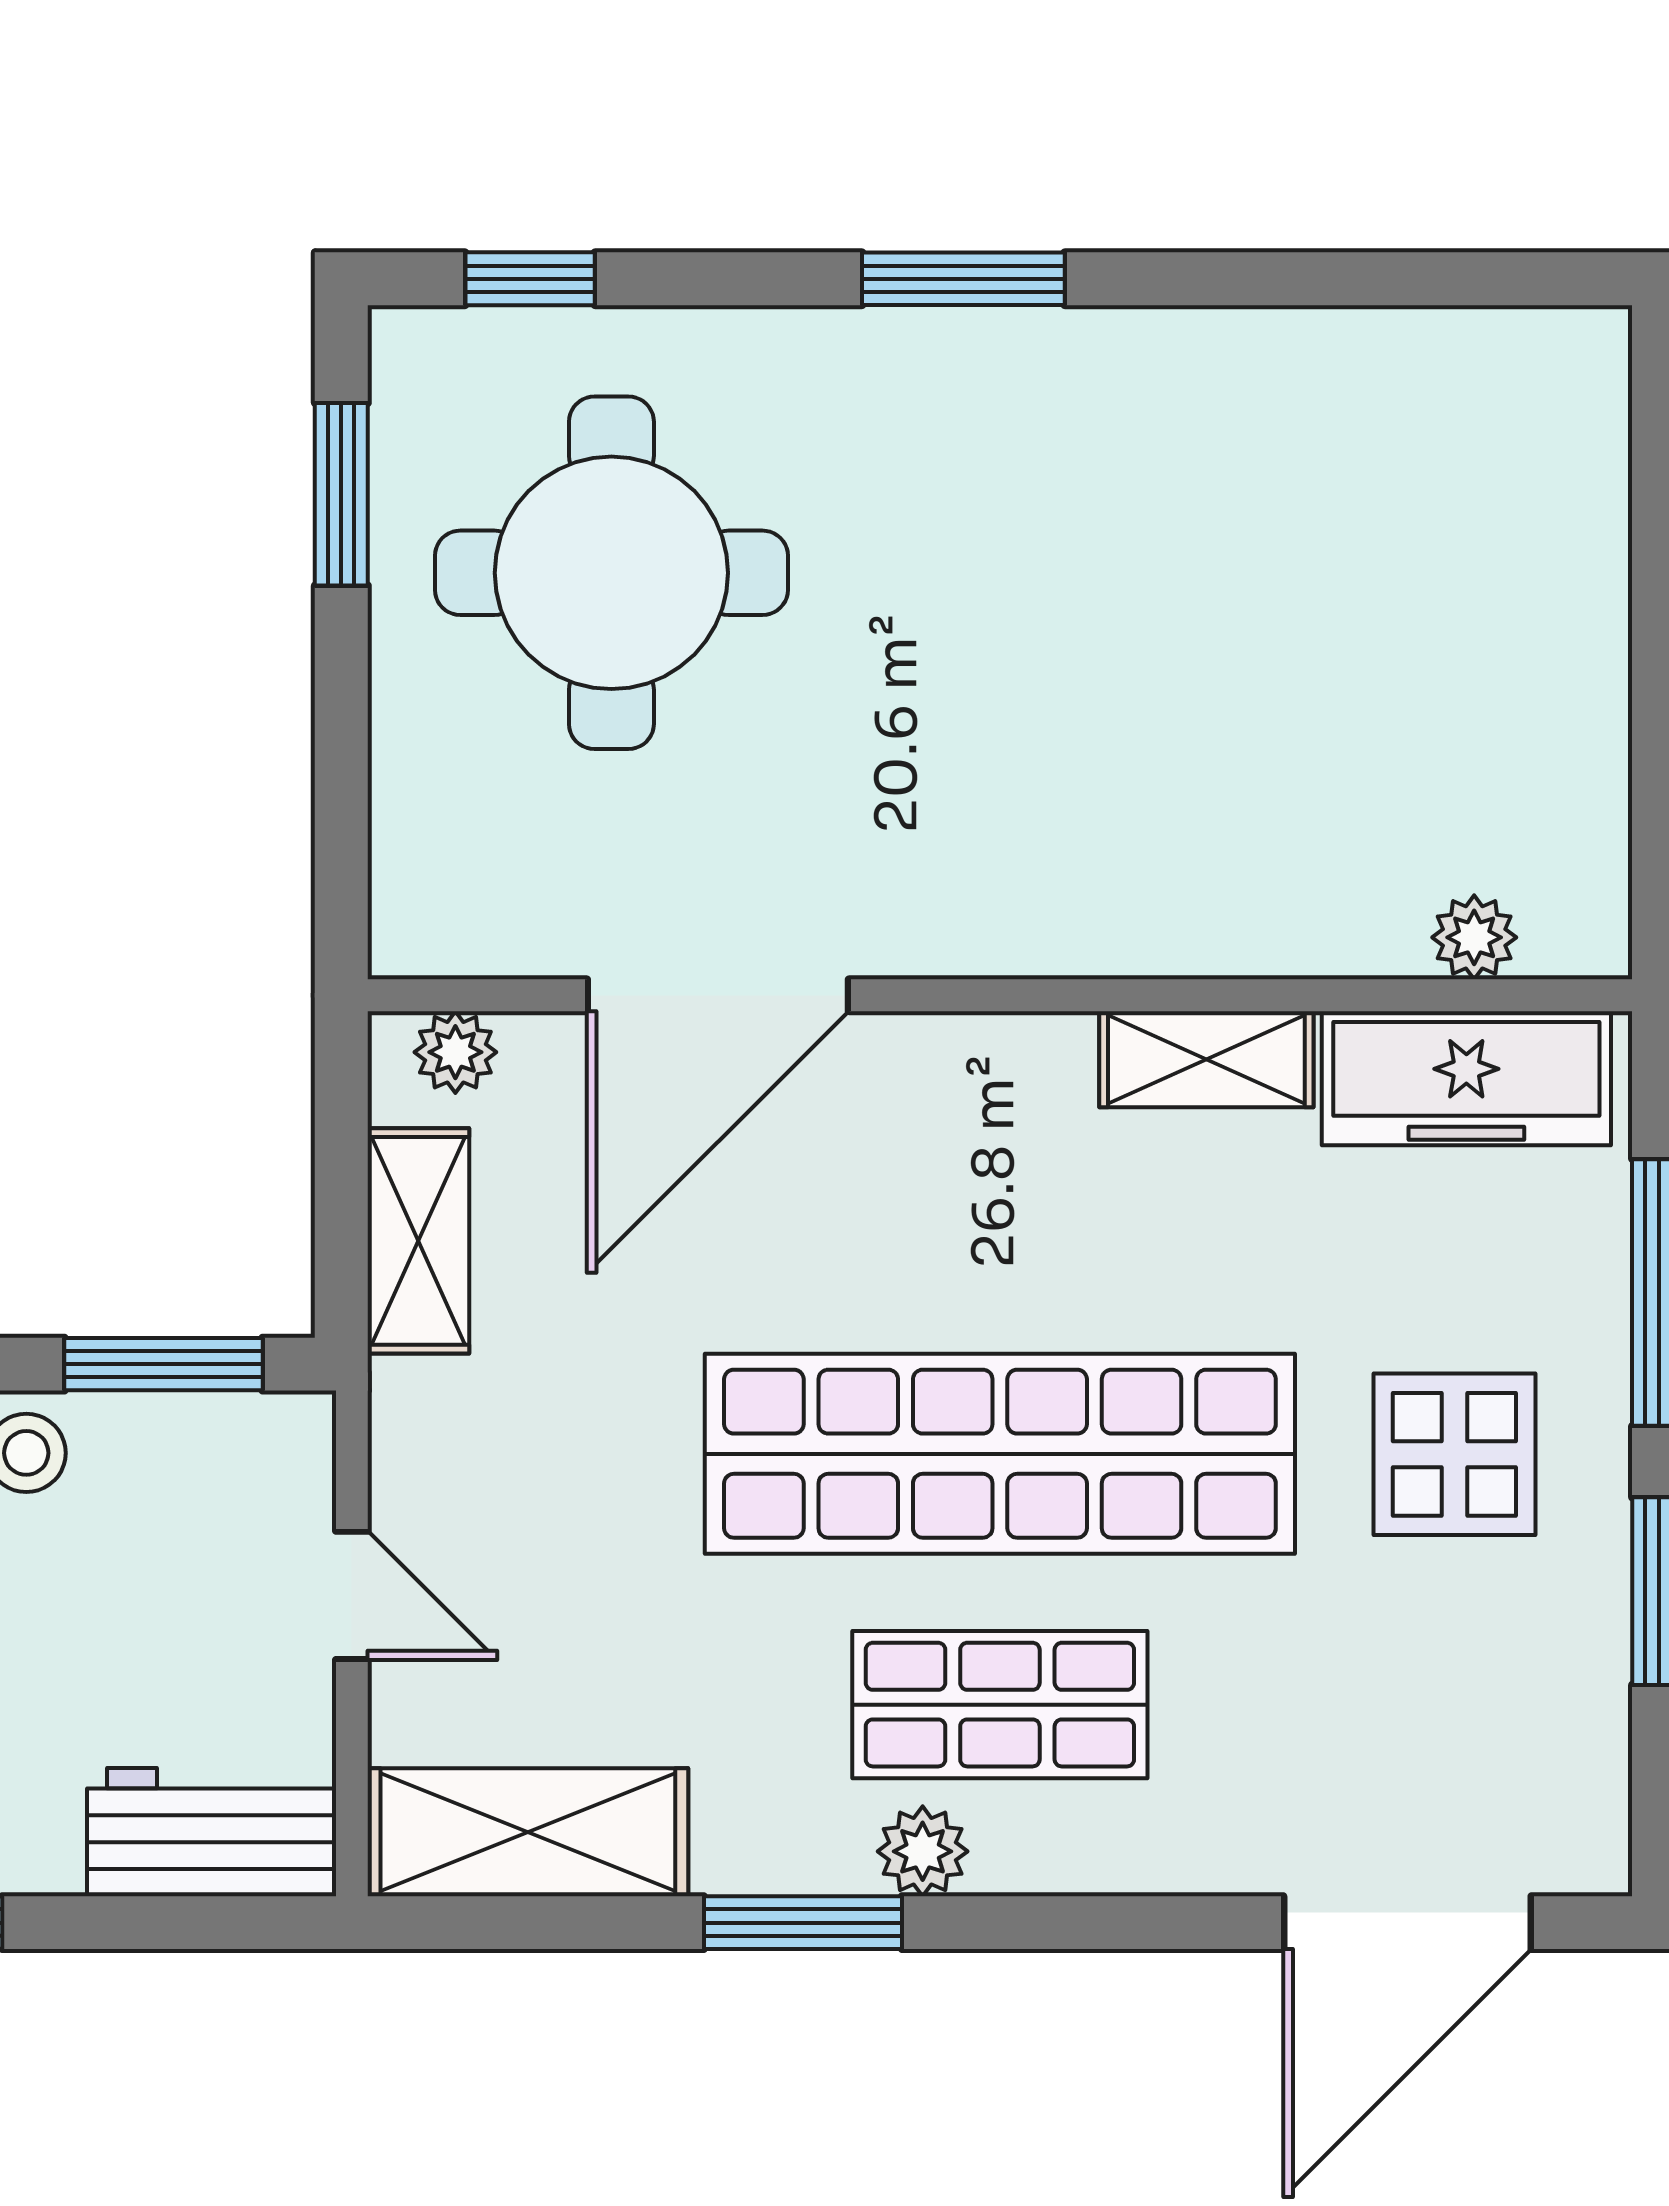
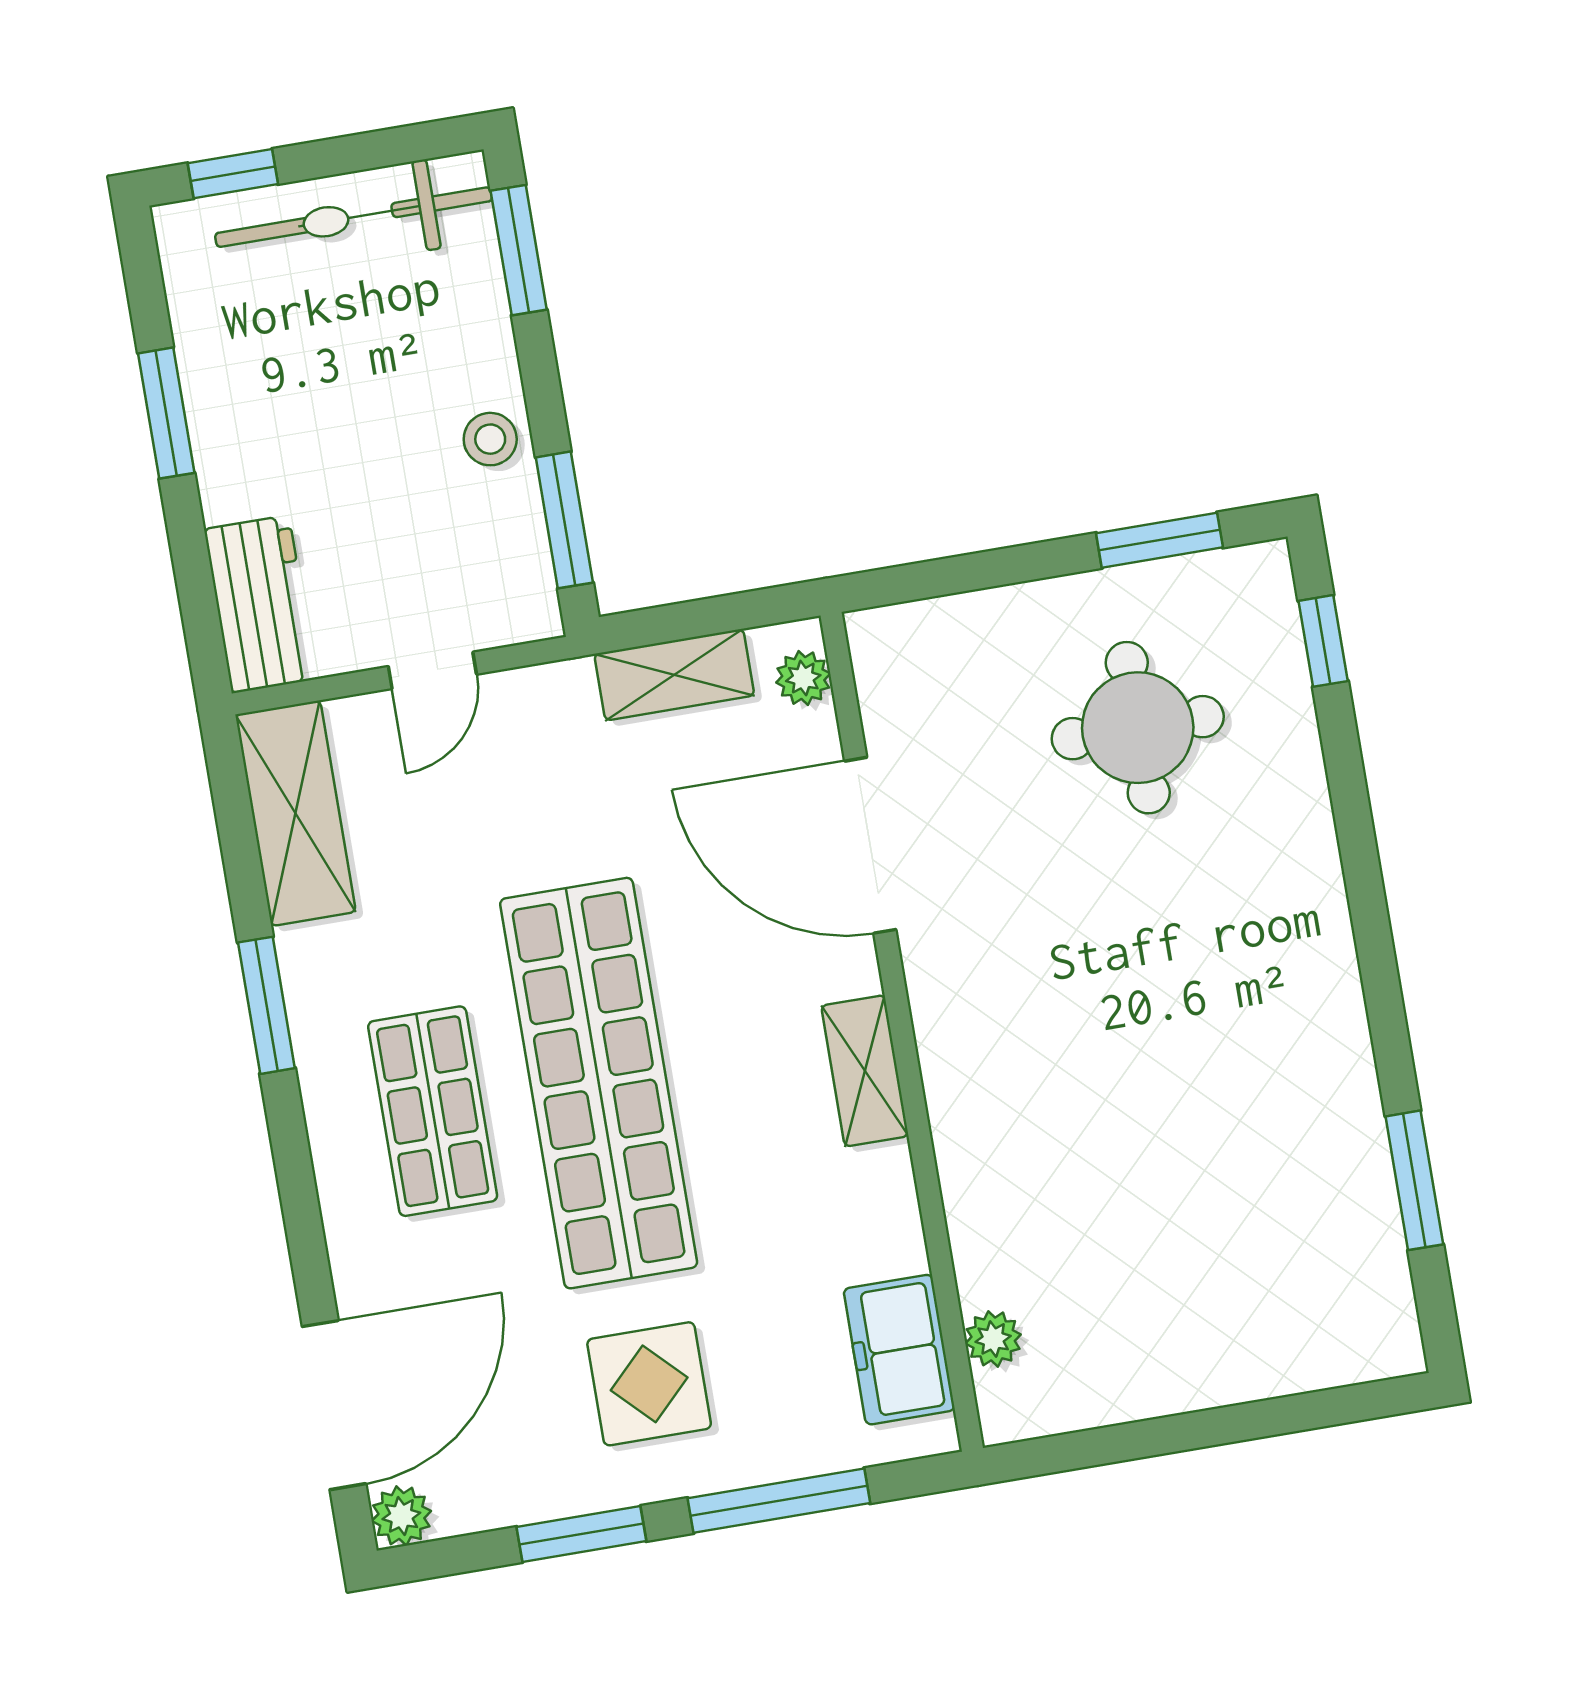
window: (963, 279) -> (1414, 1180), moved
round table: (611, 573) -> (1138, 728), width x0.73, depth x0.73
shelving: (1206, 1059) -> (865, 1071), moved
freezer: (1466, 1078) -> (899, 1350), width x0.71
plant: (923, 1851) -> (401, 1516), moved
door: (1407, 1923) -> (334, 1405), swing flipped

